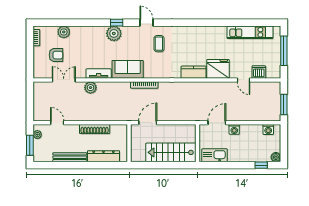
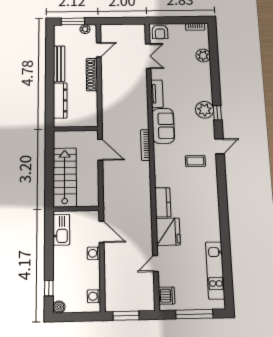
armchair: (56, 55) -> (160, 32), moved
dishwasher: (259, 72) -> (167, 296), moved
plant: (90, 88) -> (140, 85), removed
shoe rack: (95, 129) -> (92, 75), moved

